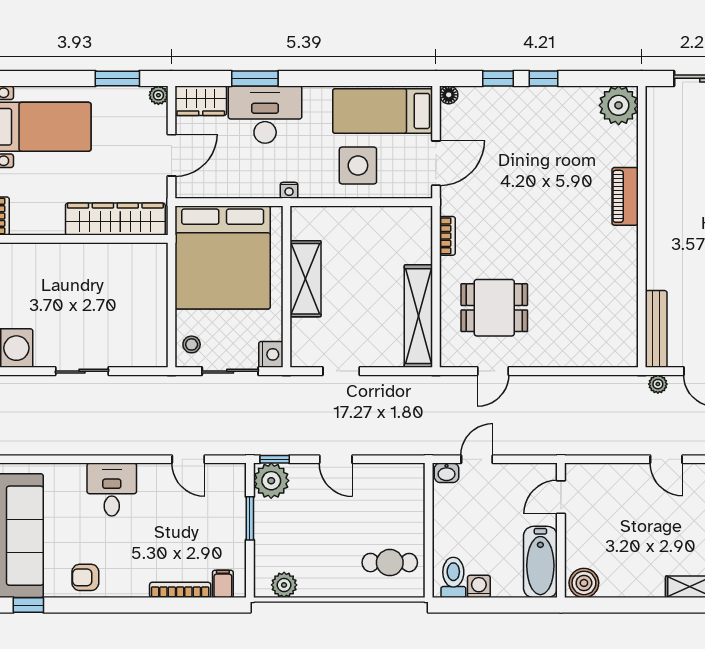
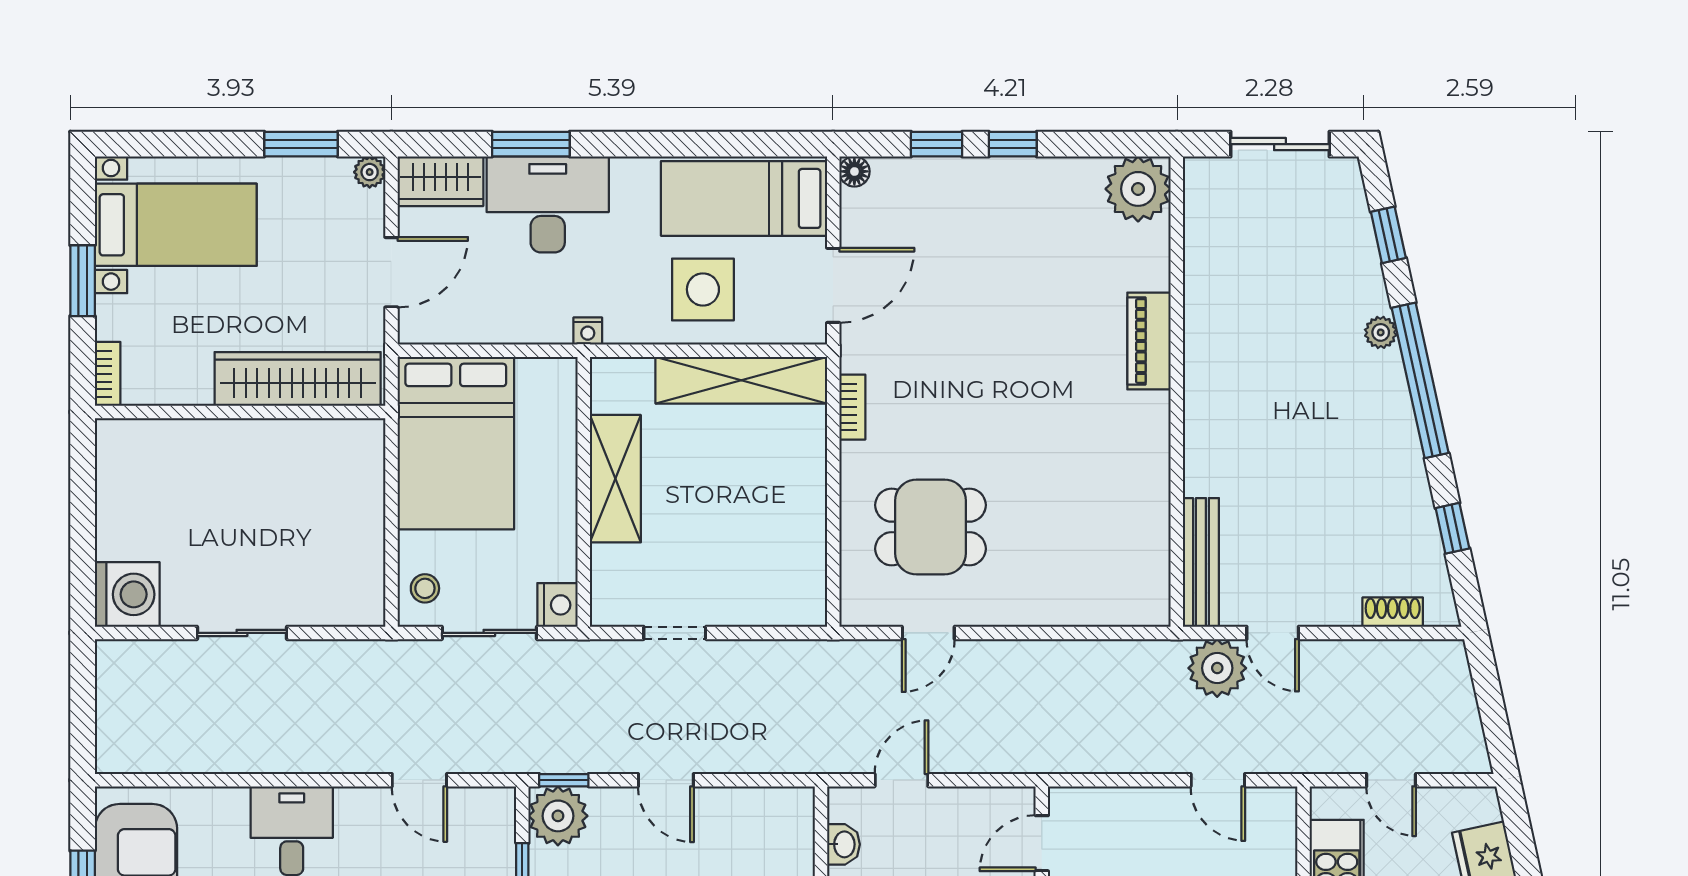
bed: (223, 257) -> (456, 443), width x0.73
shelving: (418, 316) -> (741, 380), moved, turned 90
plant: (658, 384) -> (1217, 668), width x1.87, depth x1.87
washbasin: (447, 473) -> (843, 844), moved, turned -90

